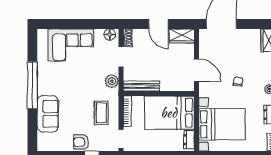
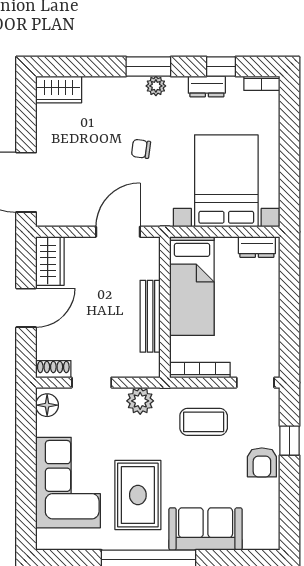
rug: (65, 80) -> (138, 495), added
bench: (141, 86) -> (150, 316), moved
bed: (169, 113) -> (192, 286), width x0.67

